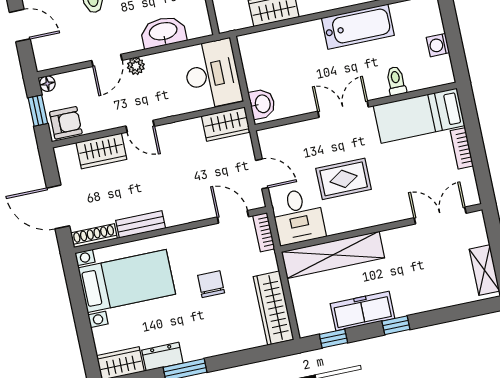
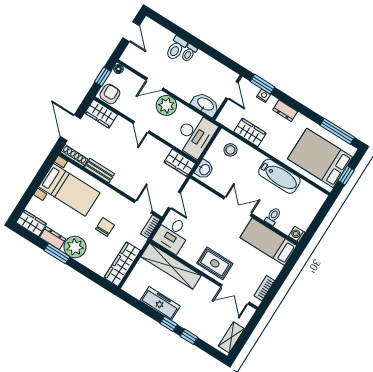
washbasin: (163, 32) -> (205, 104), moved
washing machine: (438, 45) -> (297, 234), moved
stool: (271, 51) -> (230, 150), added
plant: (136, 66) -> (166, 105), width x1.88, depth x1.88
armchair: (66, 123) -> (110, 94), turned -90
bookcase: (462, 148) -> (264, 288), moved
wardrobe: (101, 151) -> (101, 114), moved
rug: (344, 179) -> (215, 263), moved
double door: (440, 216) -> (235, 294), swing flipped
window: (333, 338) -> (189, 337), moved
plant: (199, 342) -> (75, 247), added

